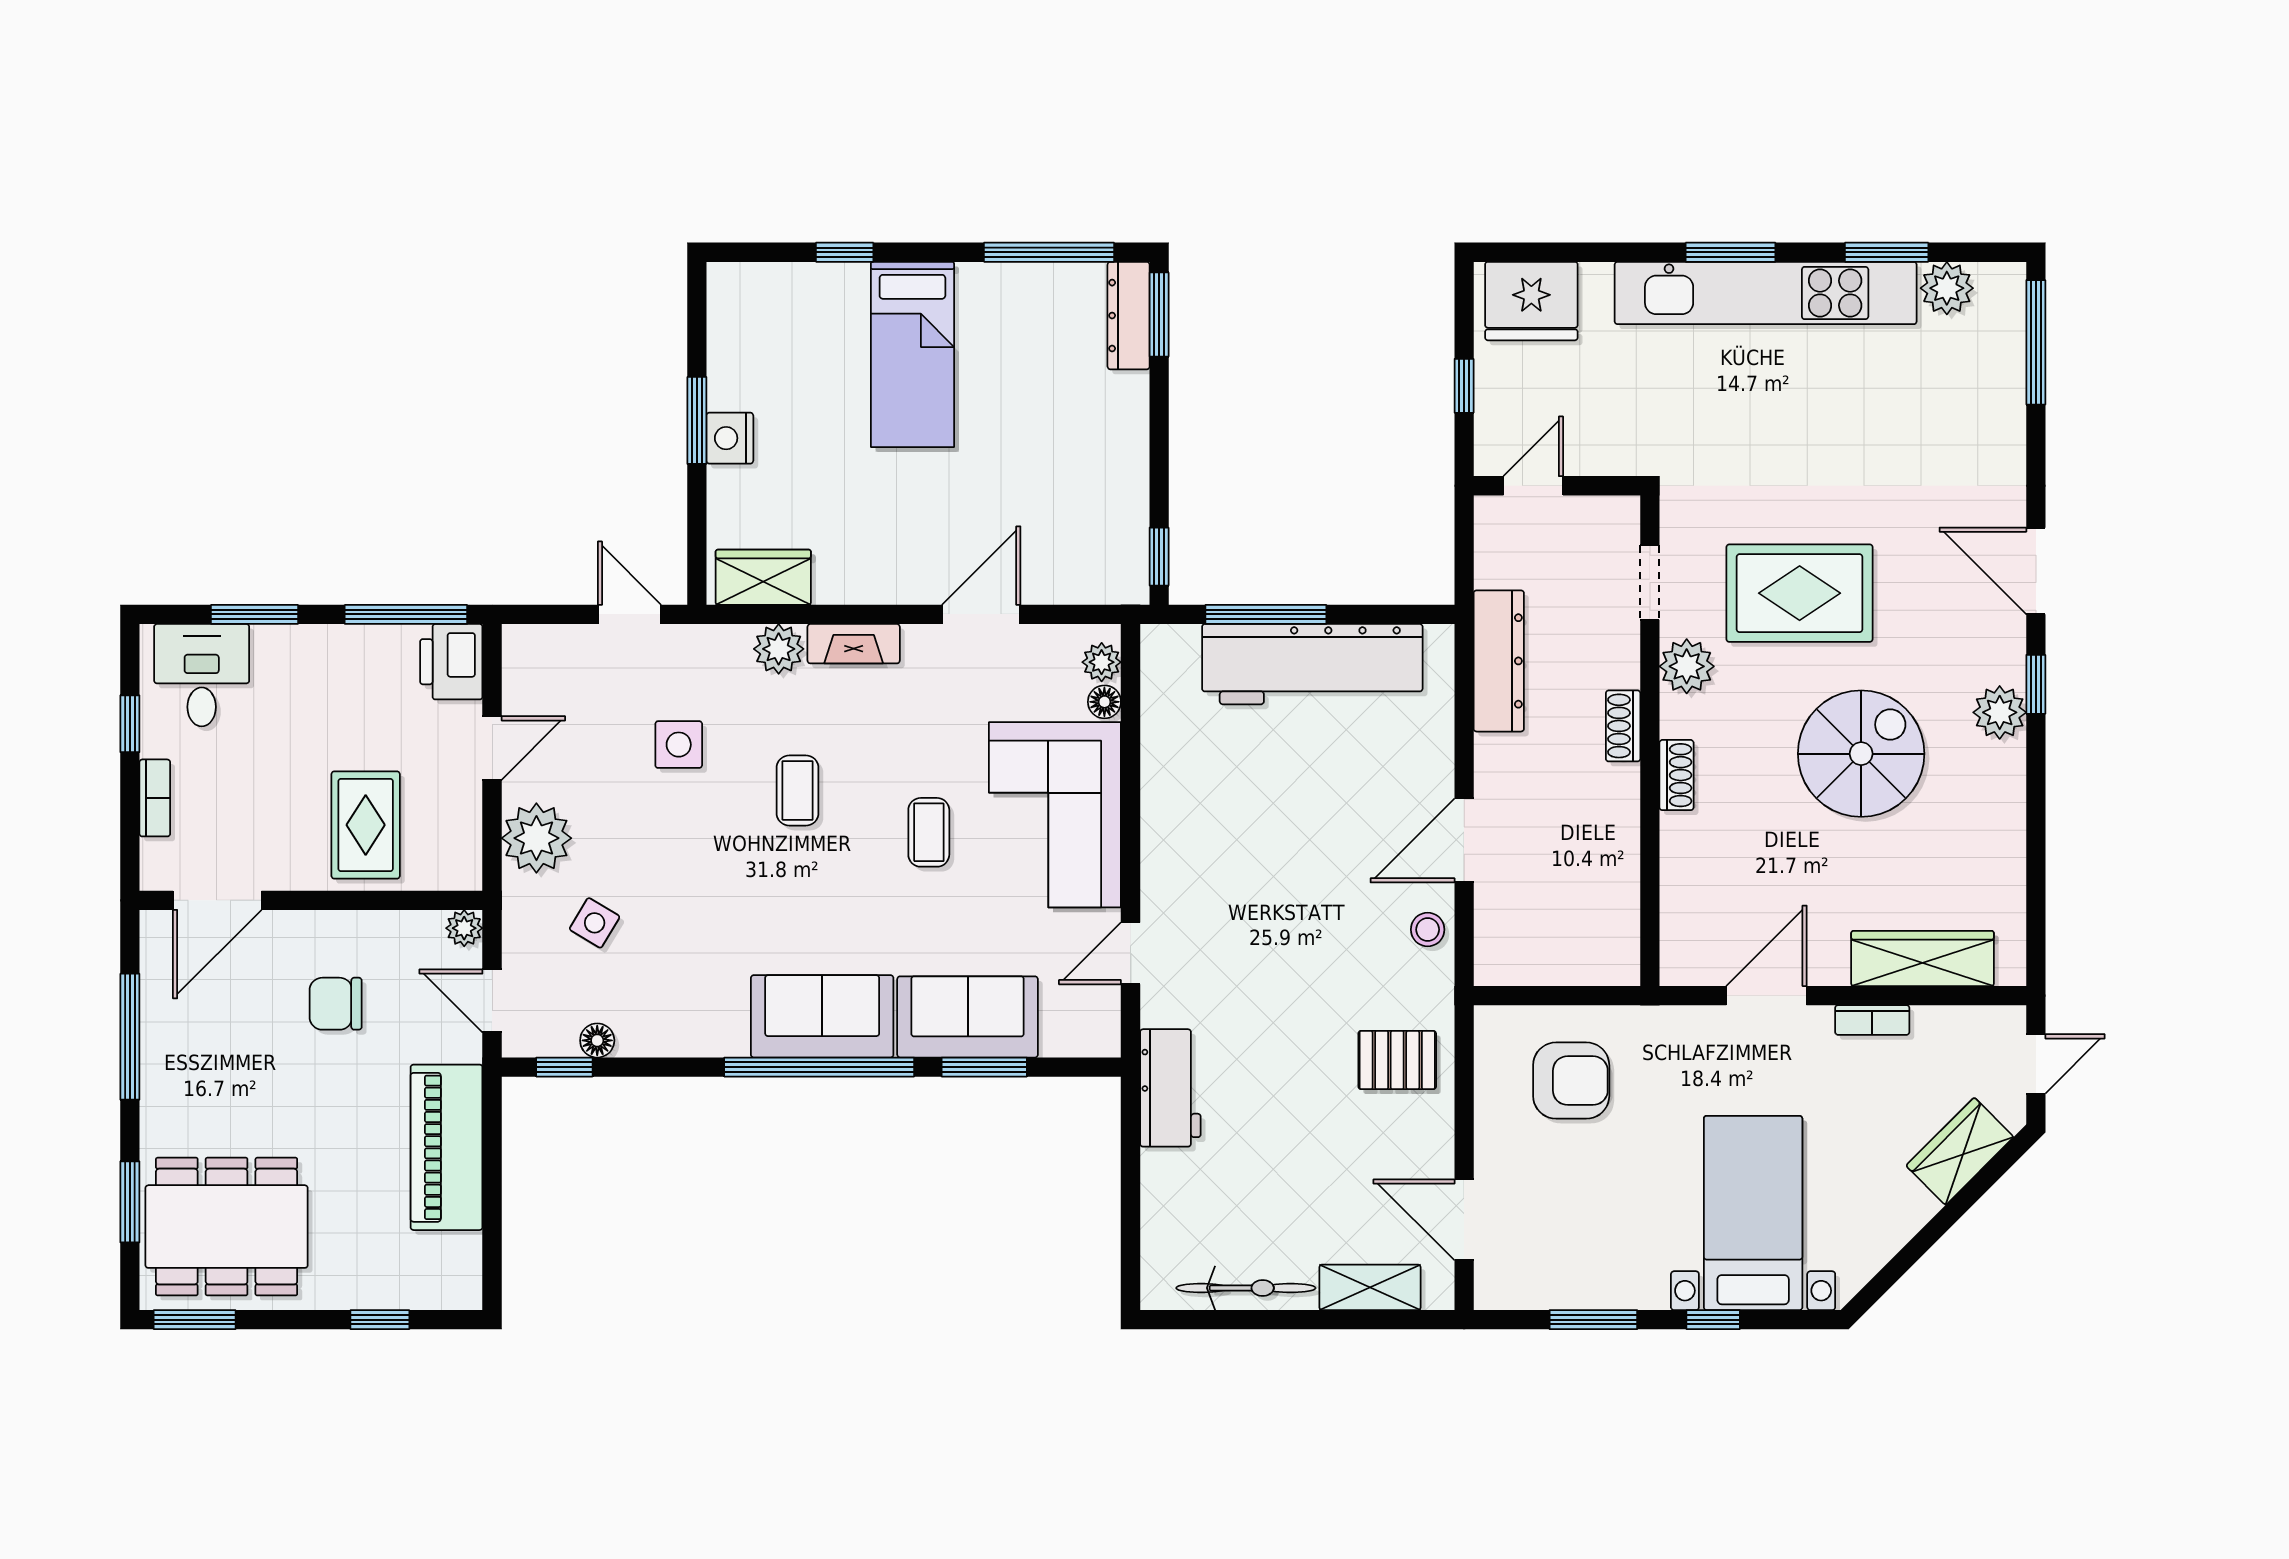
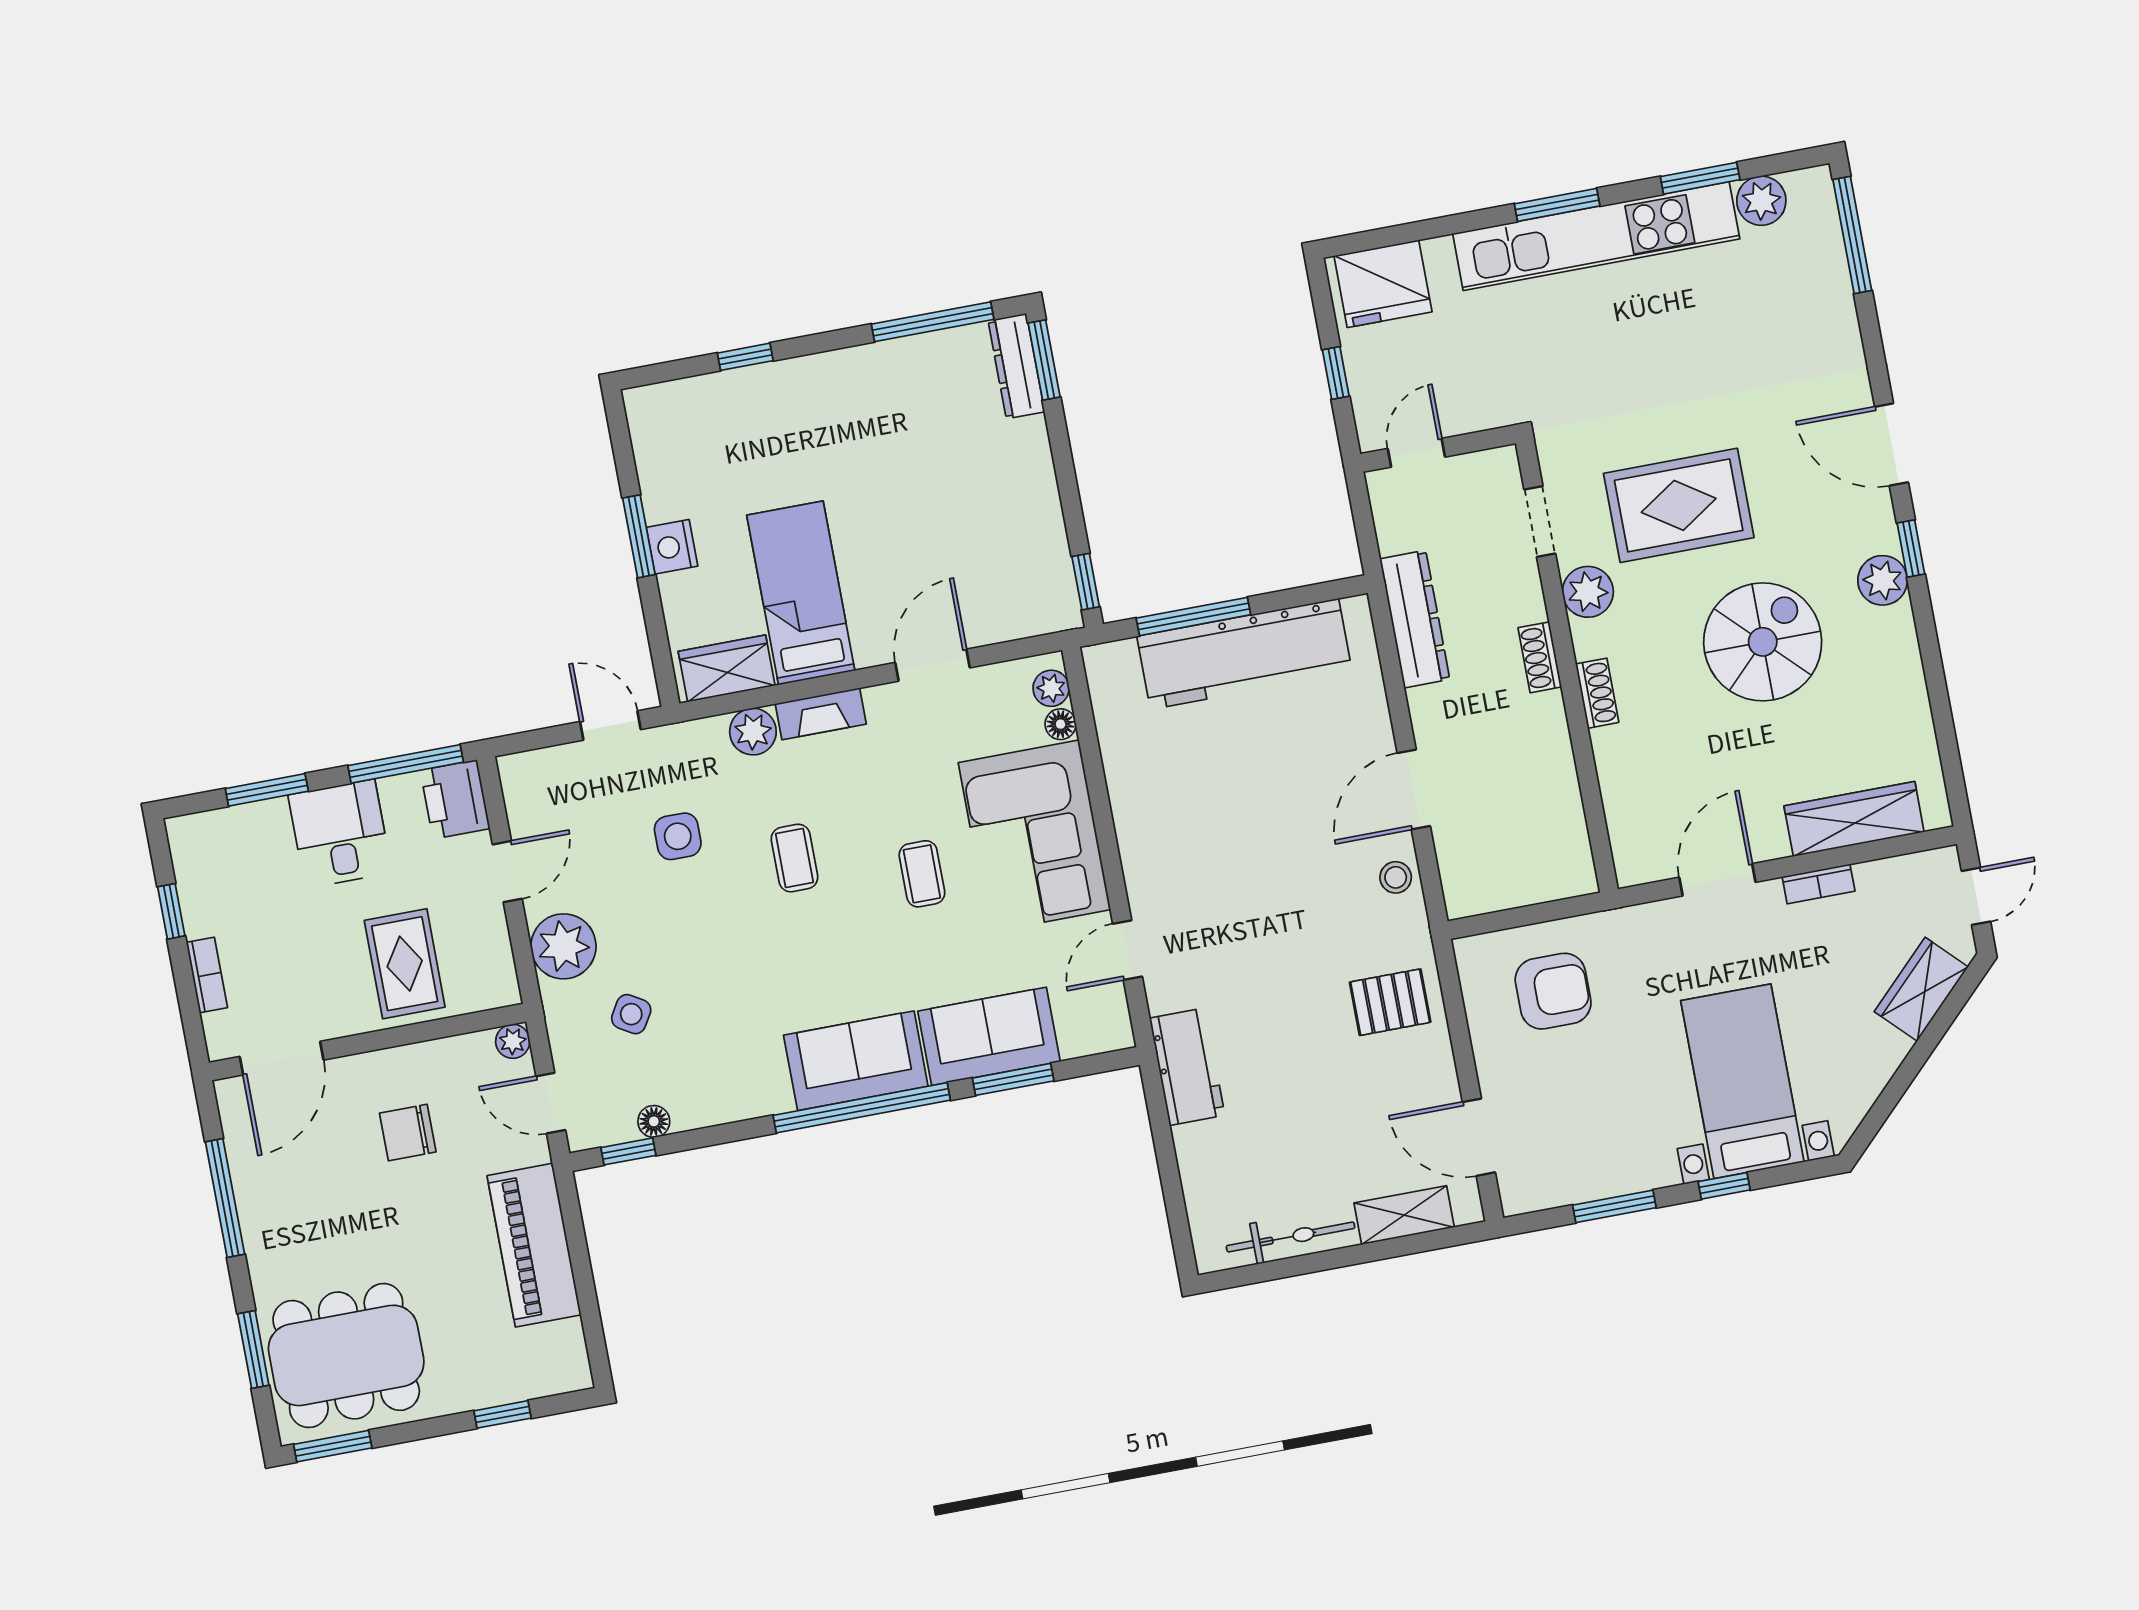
bed: (912, 354) -> (801, 593), moved, turned 180
desk: (202, 675) -> (340, 834), moved

